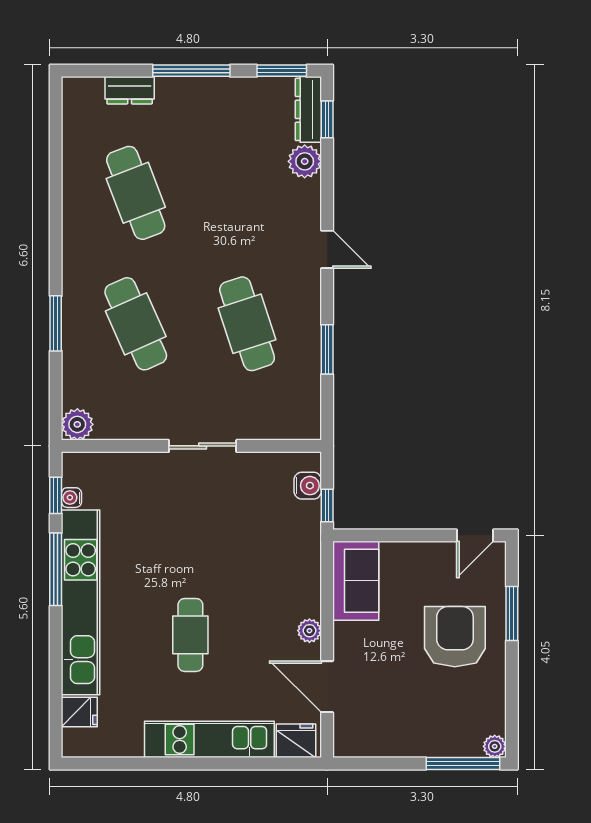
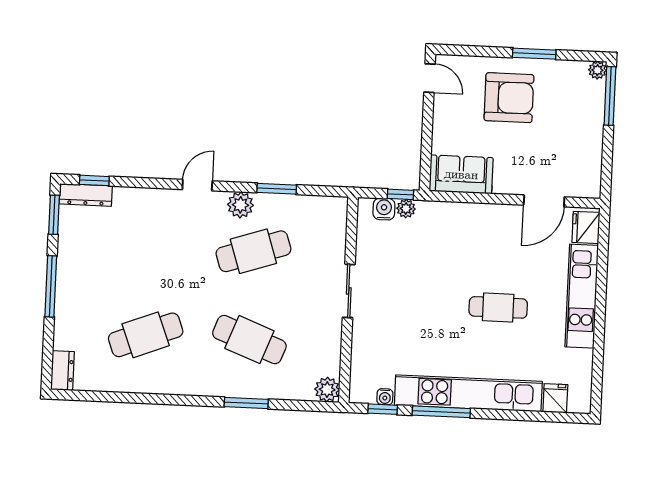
dresser: (130, 90) -> (62, 371), moved
plant: (305, 161) -> (240, 205), moved
cafe table: (136, 324) -> (249, 340), turned 45
window: (512, 614) -> (534, 54), moved
plant: (309, 631) -> (406, 209), moved
armchair: (455, 637) -> (509, 98), turned 180

